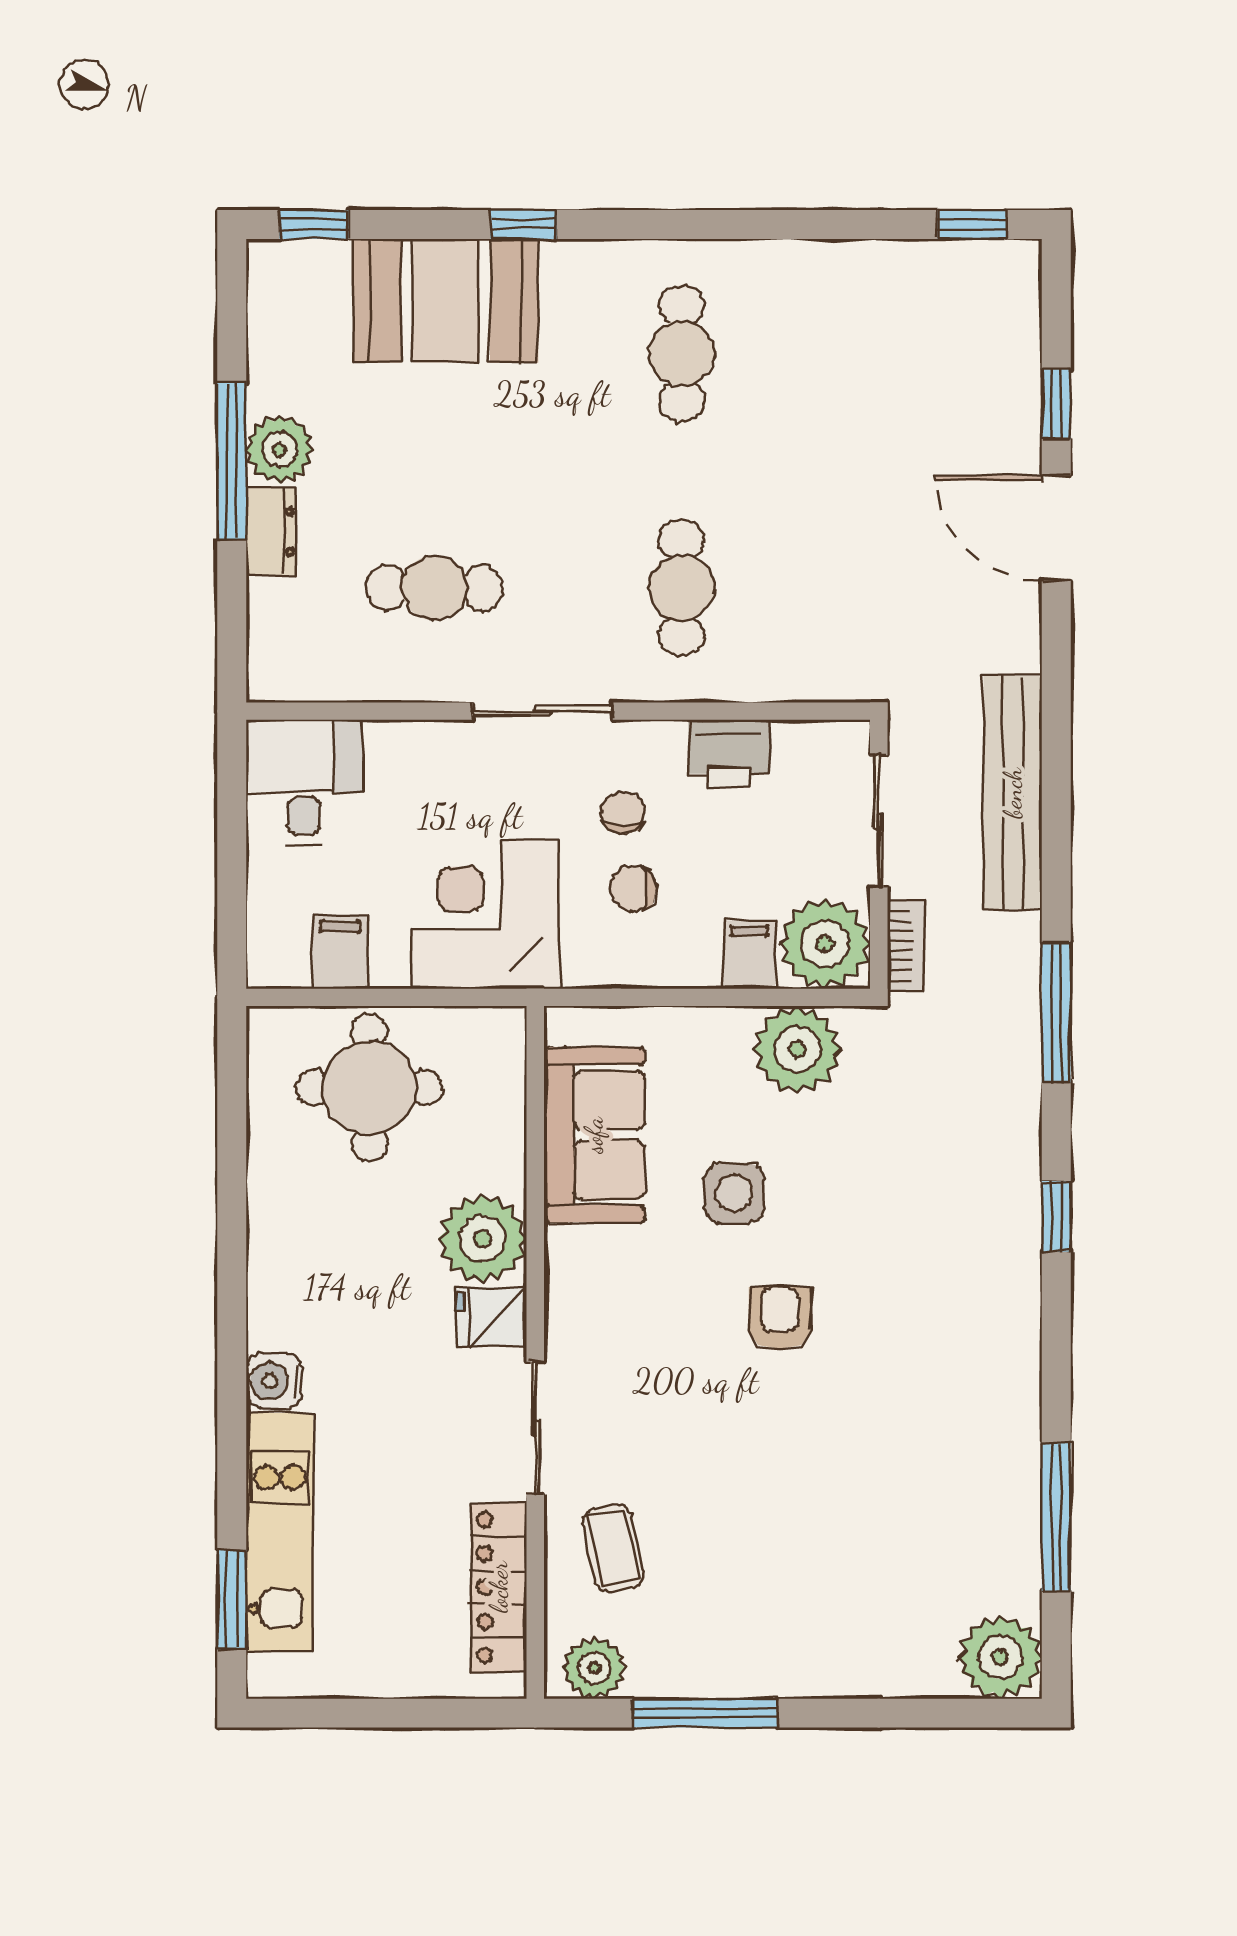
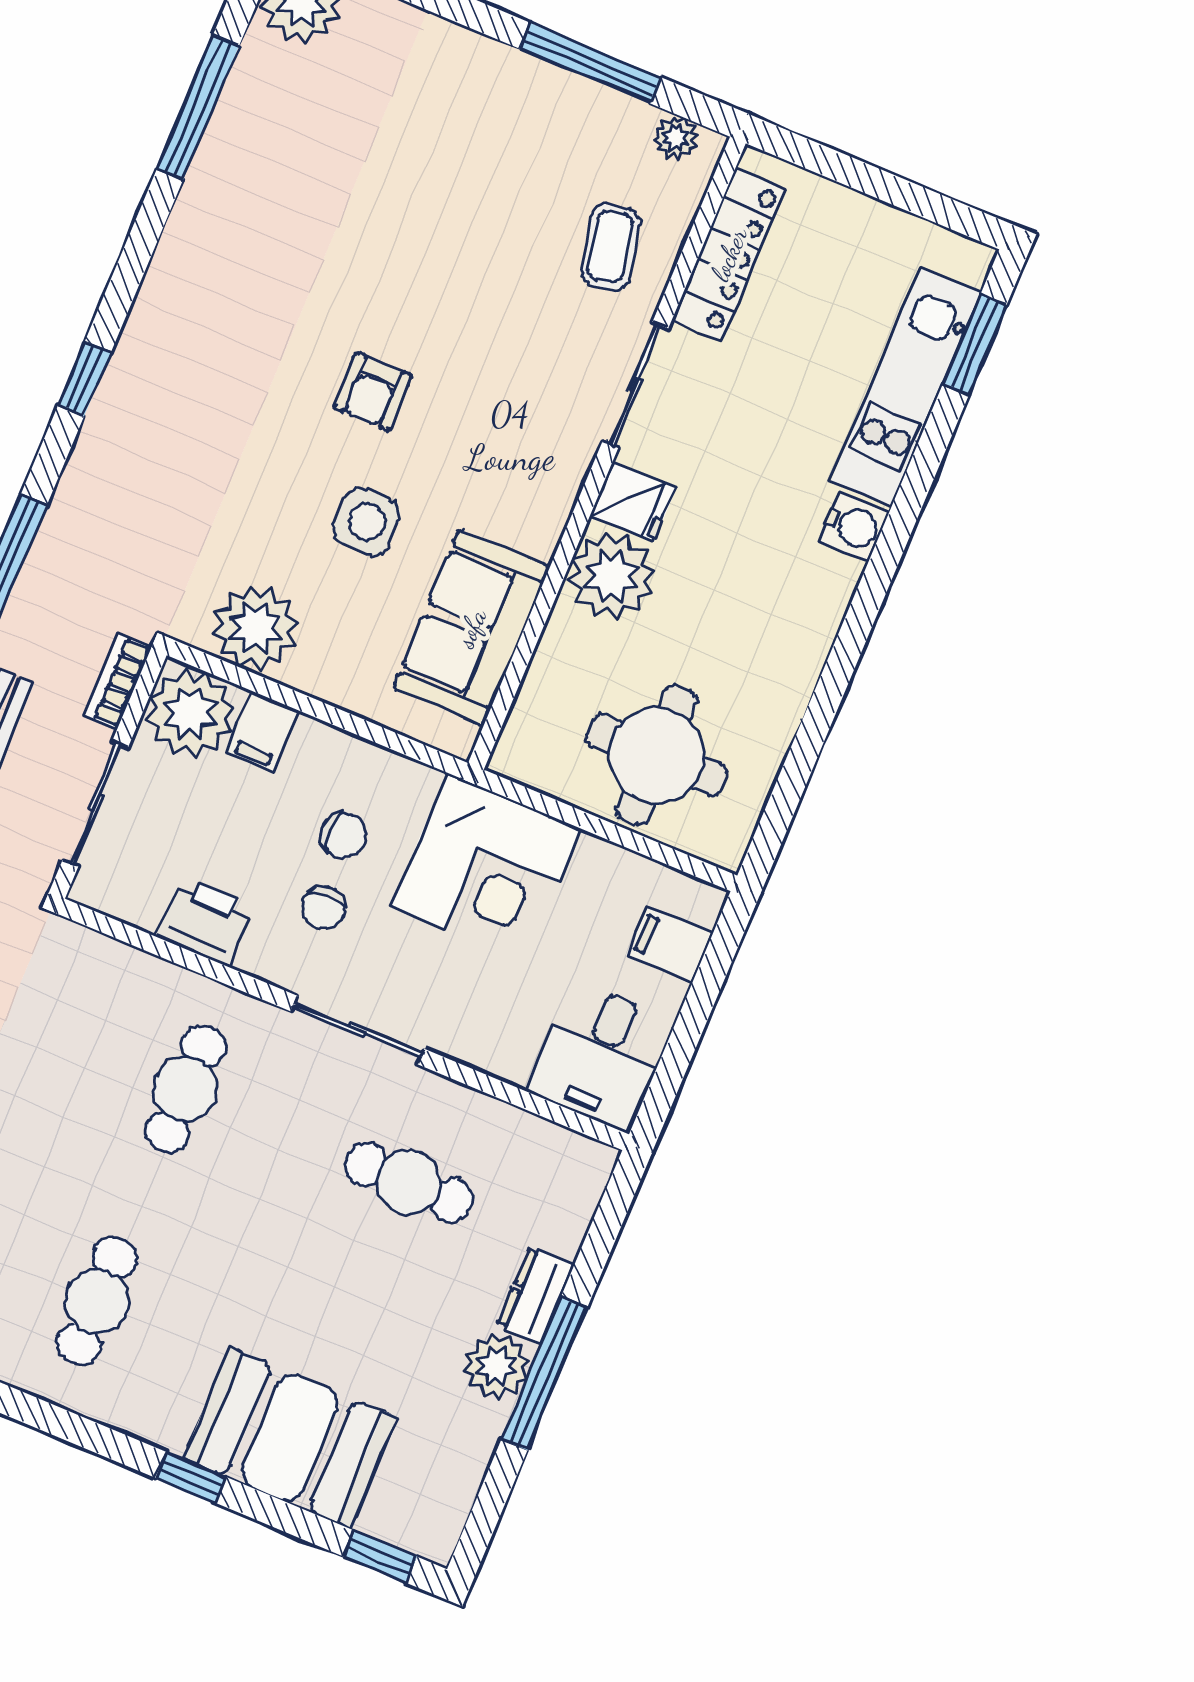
filing cabinet: (340, 952) -> (670, 944), moved, turned 90
plant: (594, 1668) -> (676, 138), width x0.73, depth x0.73

